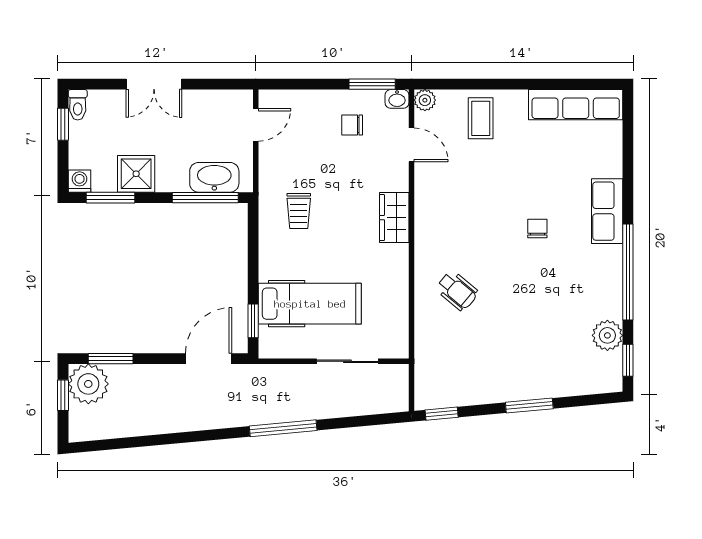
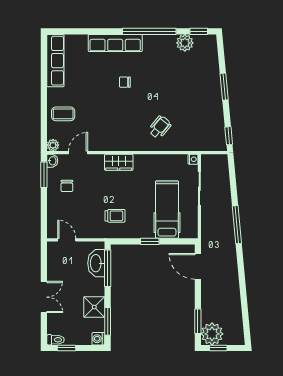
row of seats: (607, 211) -> (115, 43), width x1.48
window: (253, 321) -> (150, 241), moved
nightstand: (400, 350) -> (193, 159), added

